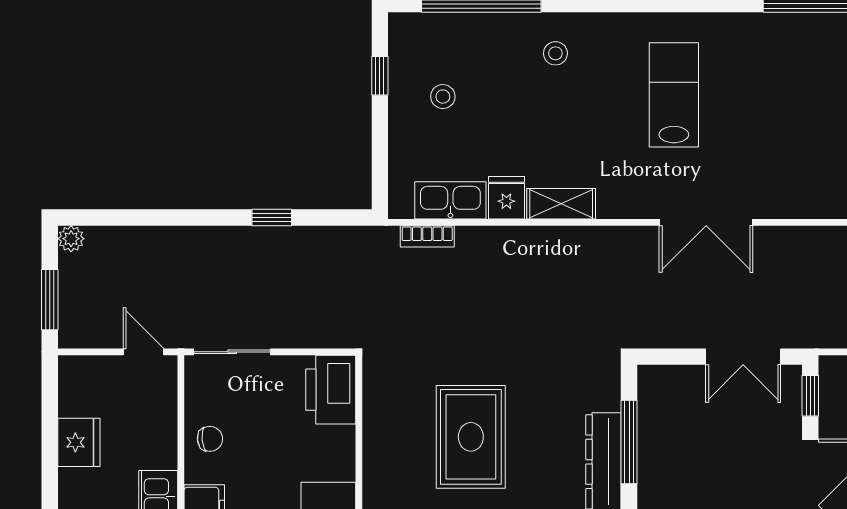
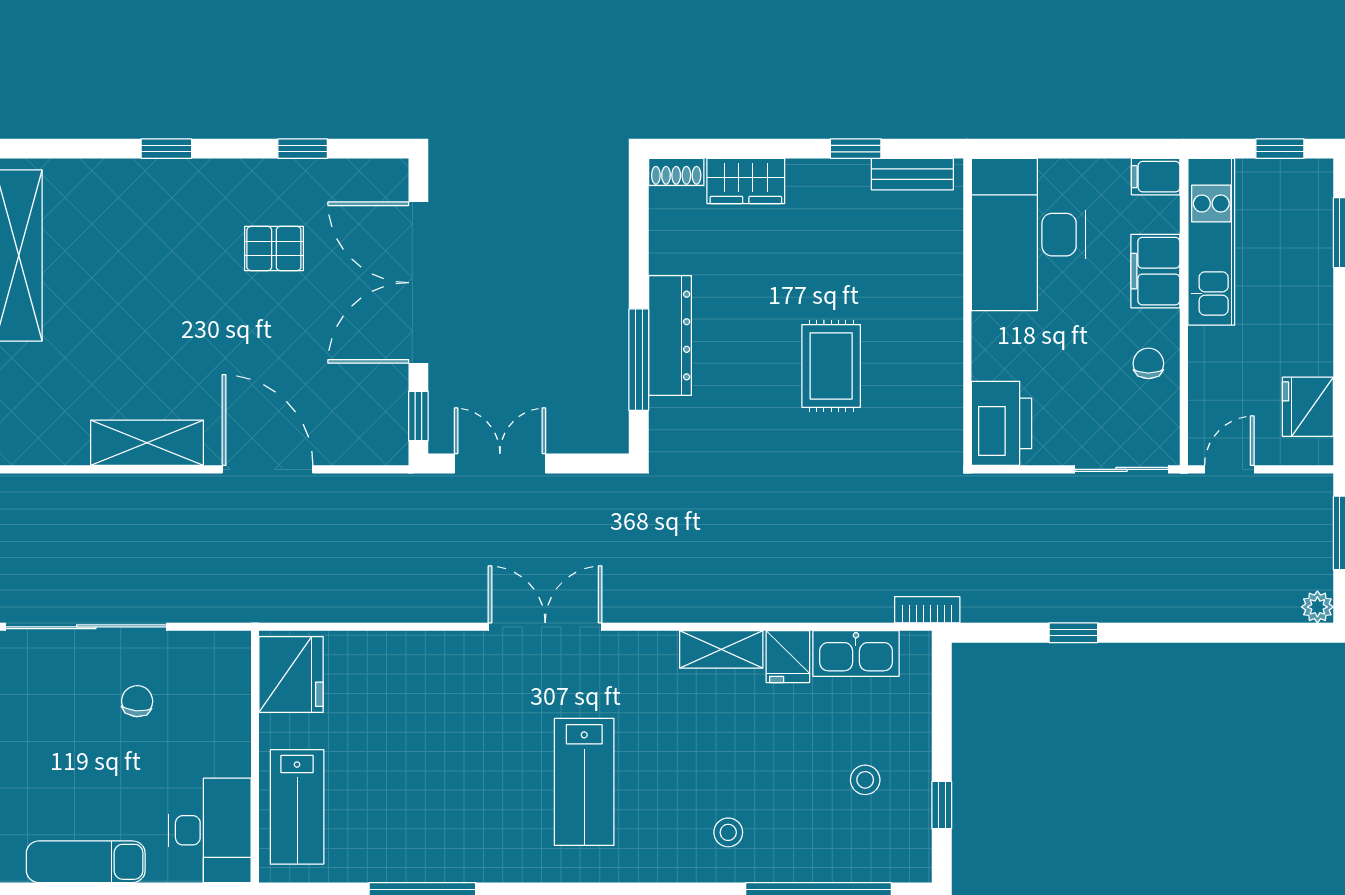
bookcase: (427, 236) -> (927, 610), moved
door: (143, 352) -> (1229, 469), swing flipped
rug: (471, 437) -> (831, 366), width x0.73, depth x0.70
chair: (210, 439) -> (1148, 363), turned 95
fridge: (79, 442) -> (1308, 407), moved

